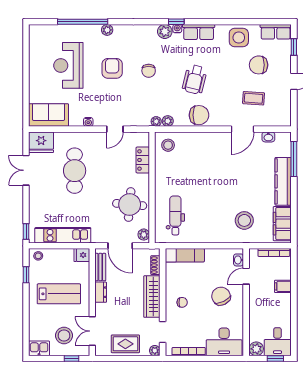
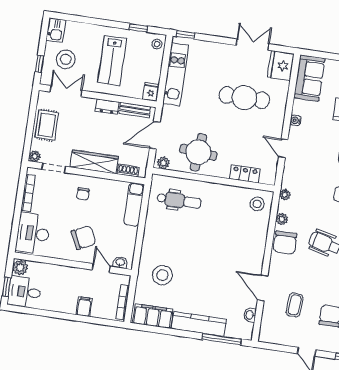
plant: (168, 121) -> (282, 219), moved

